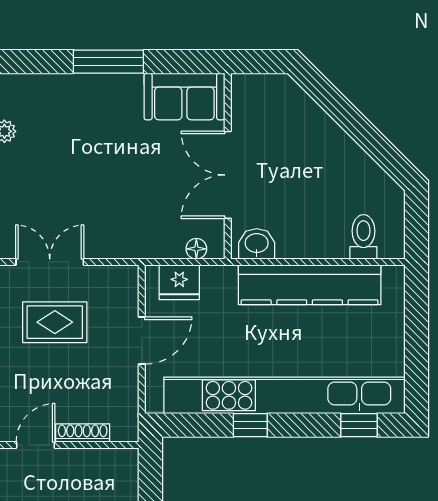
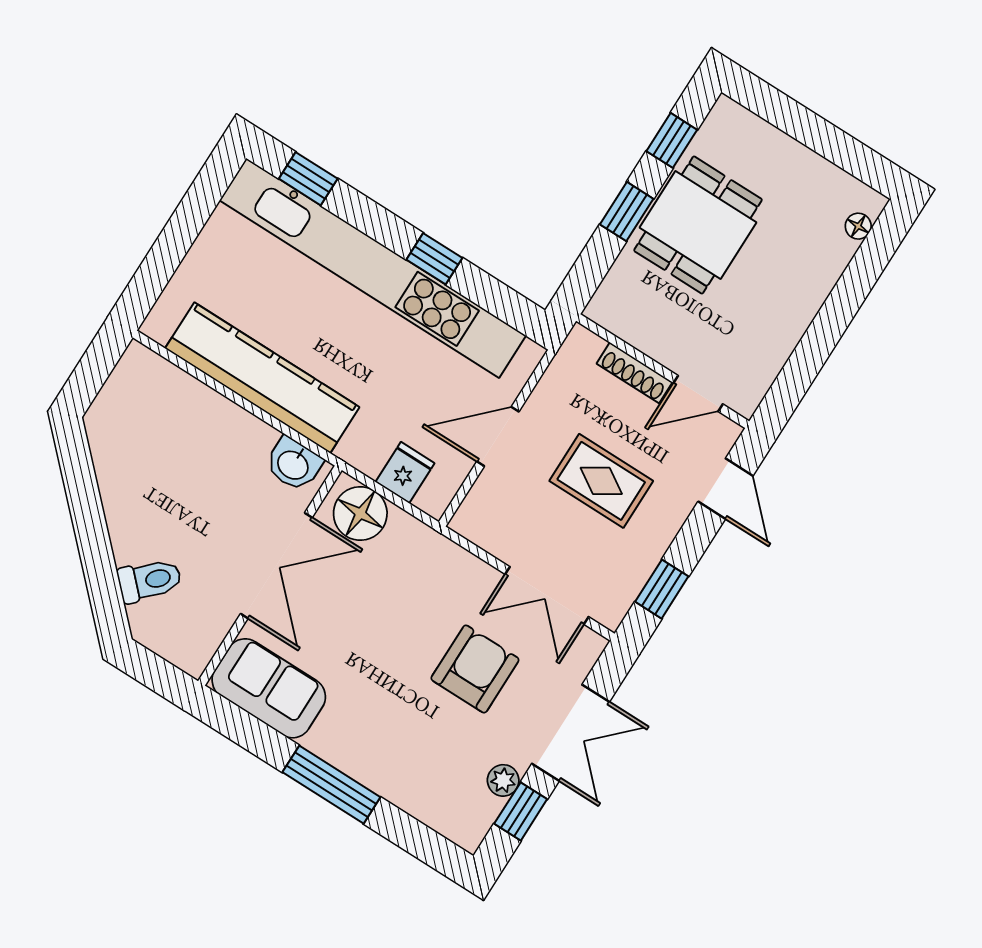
armchair: (65, 189) -> (475, 669), added
toilet: (363, 237) -> (150, 580), moved, turned -135
floor lamp: (196, 249) -> (360, 513), width x1.89, depth x1.89
fridge: (179, 282) -> (405, 473), width x0.72
rug: (55, 322) -> (601, 481), moved

